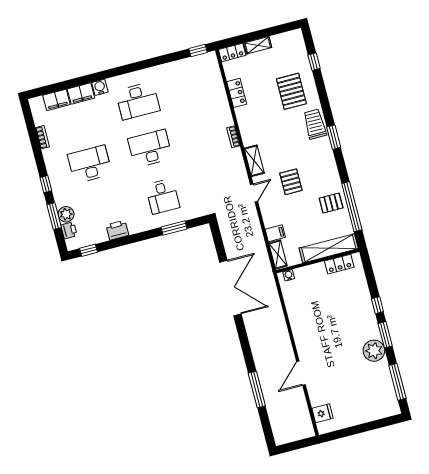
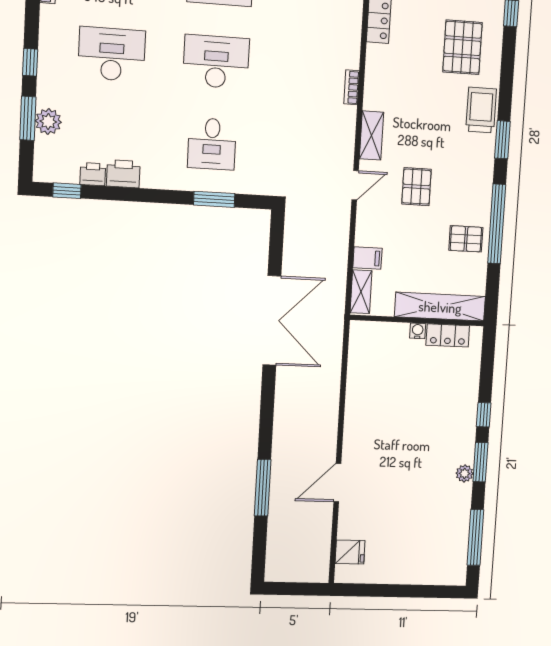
window: (352, 207) -> (497, 224), moved
printer: (69, 230) -> (93, 174), moved, turned -90
water cooler: (289, 275) -> (418, 331), moved
plant: (374, 351) -> (465, 473), width x0.53, depth x0.53

